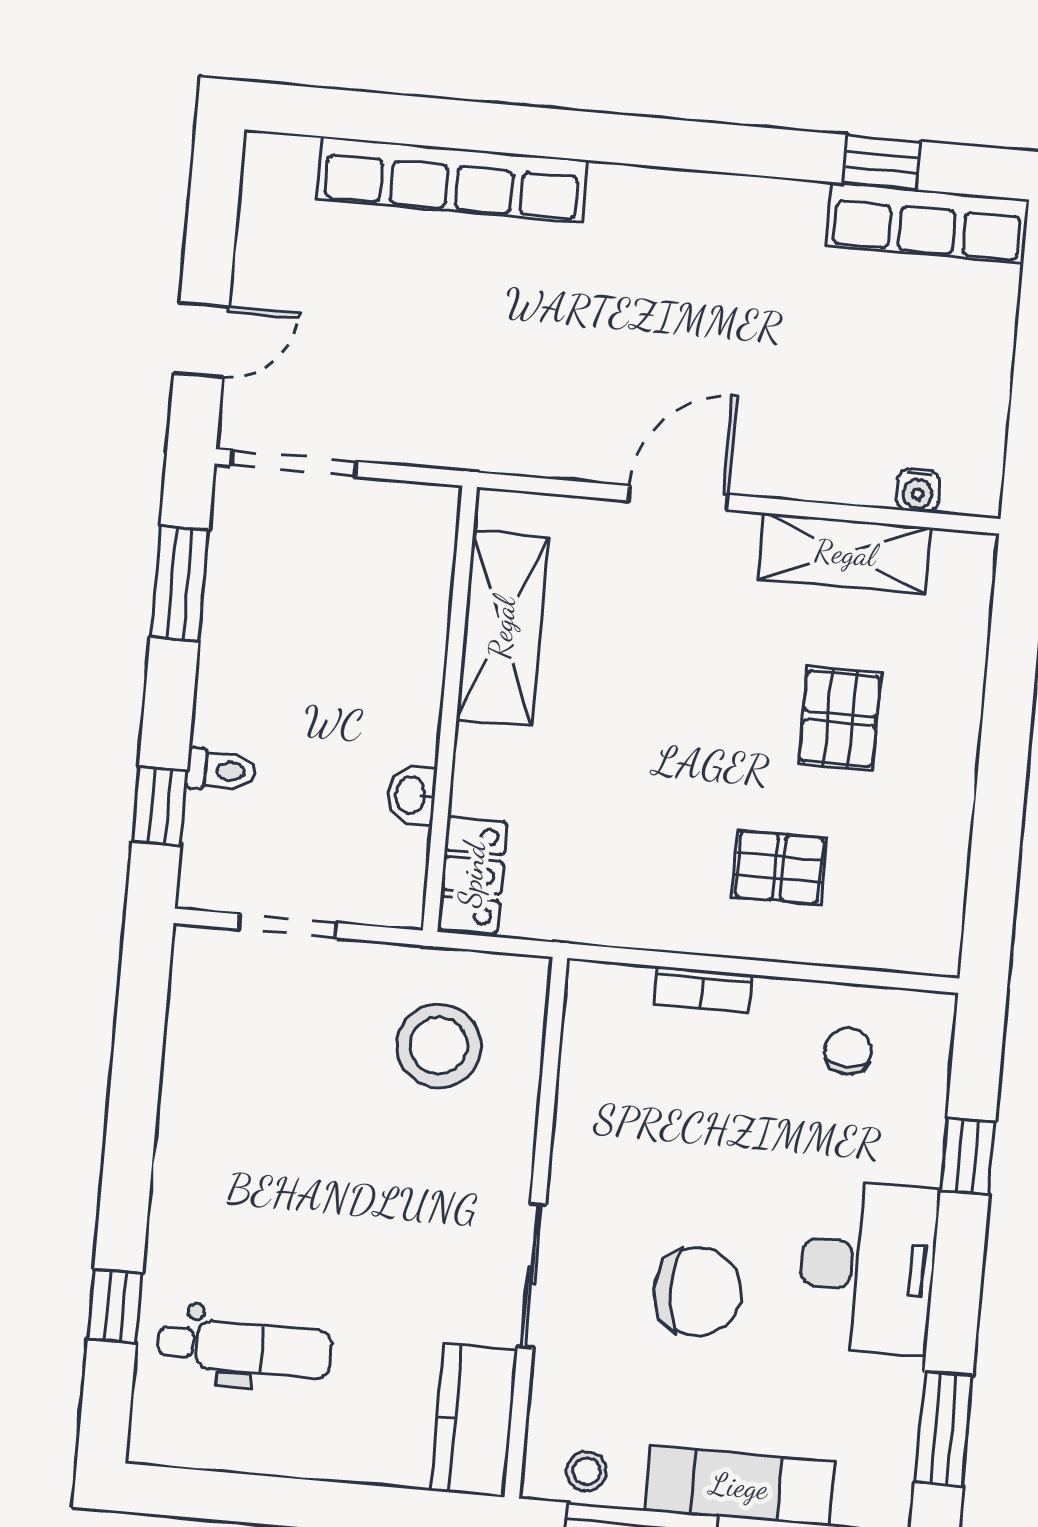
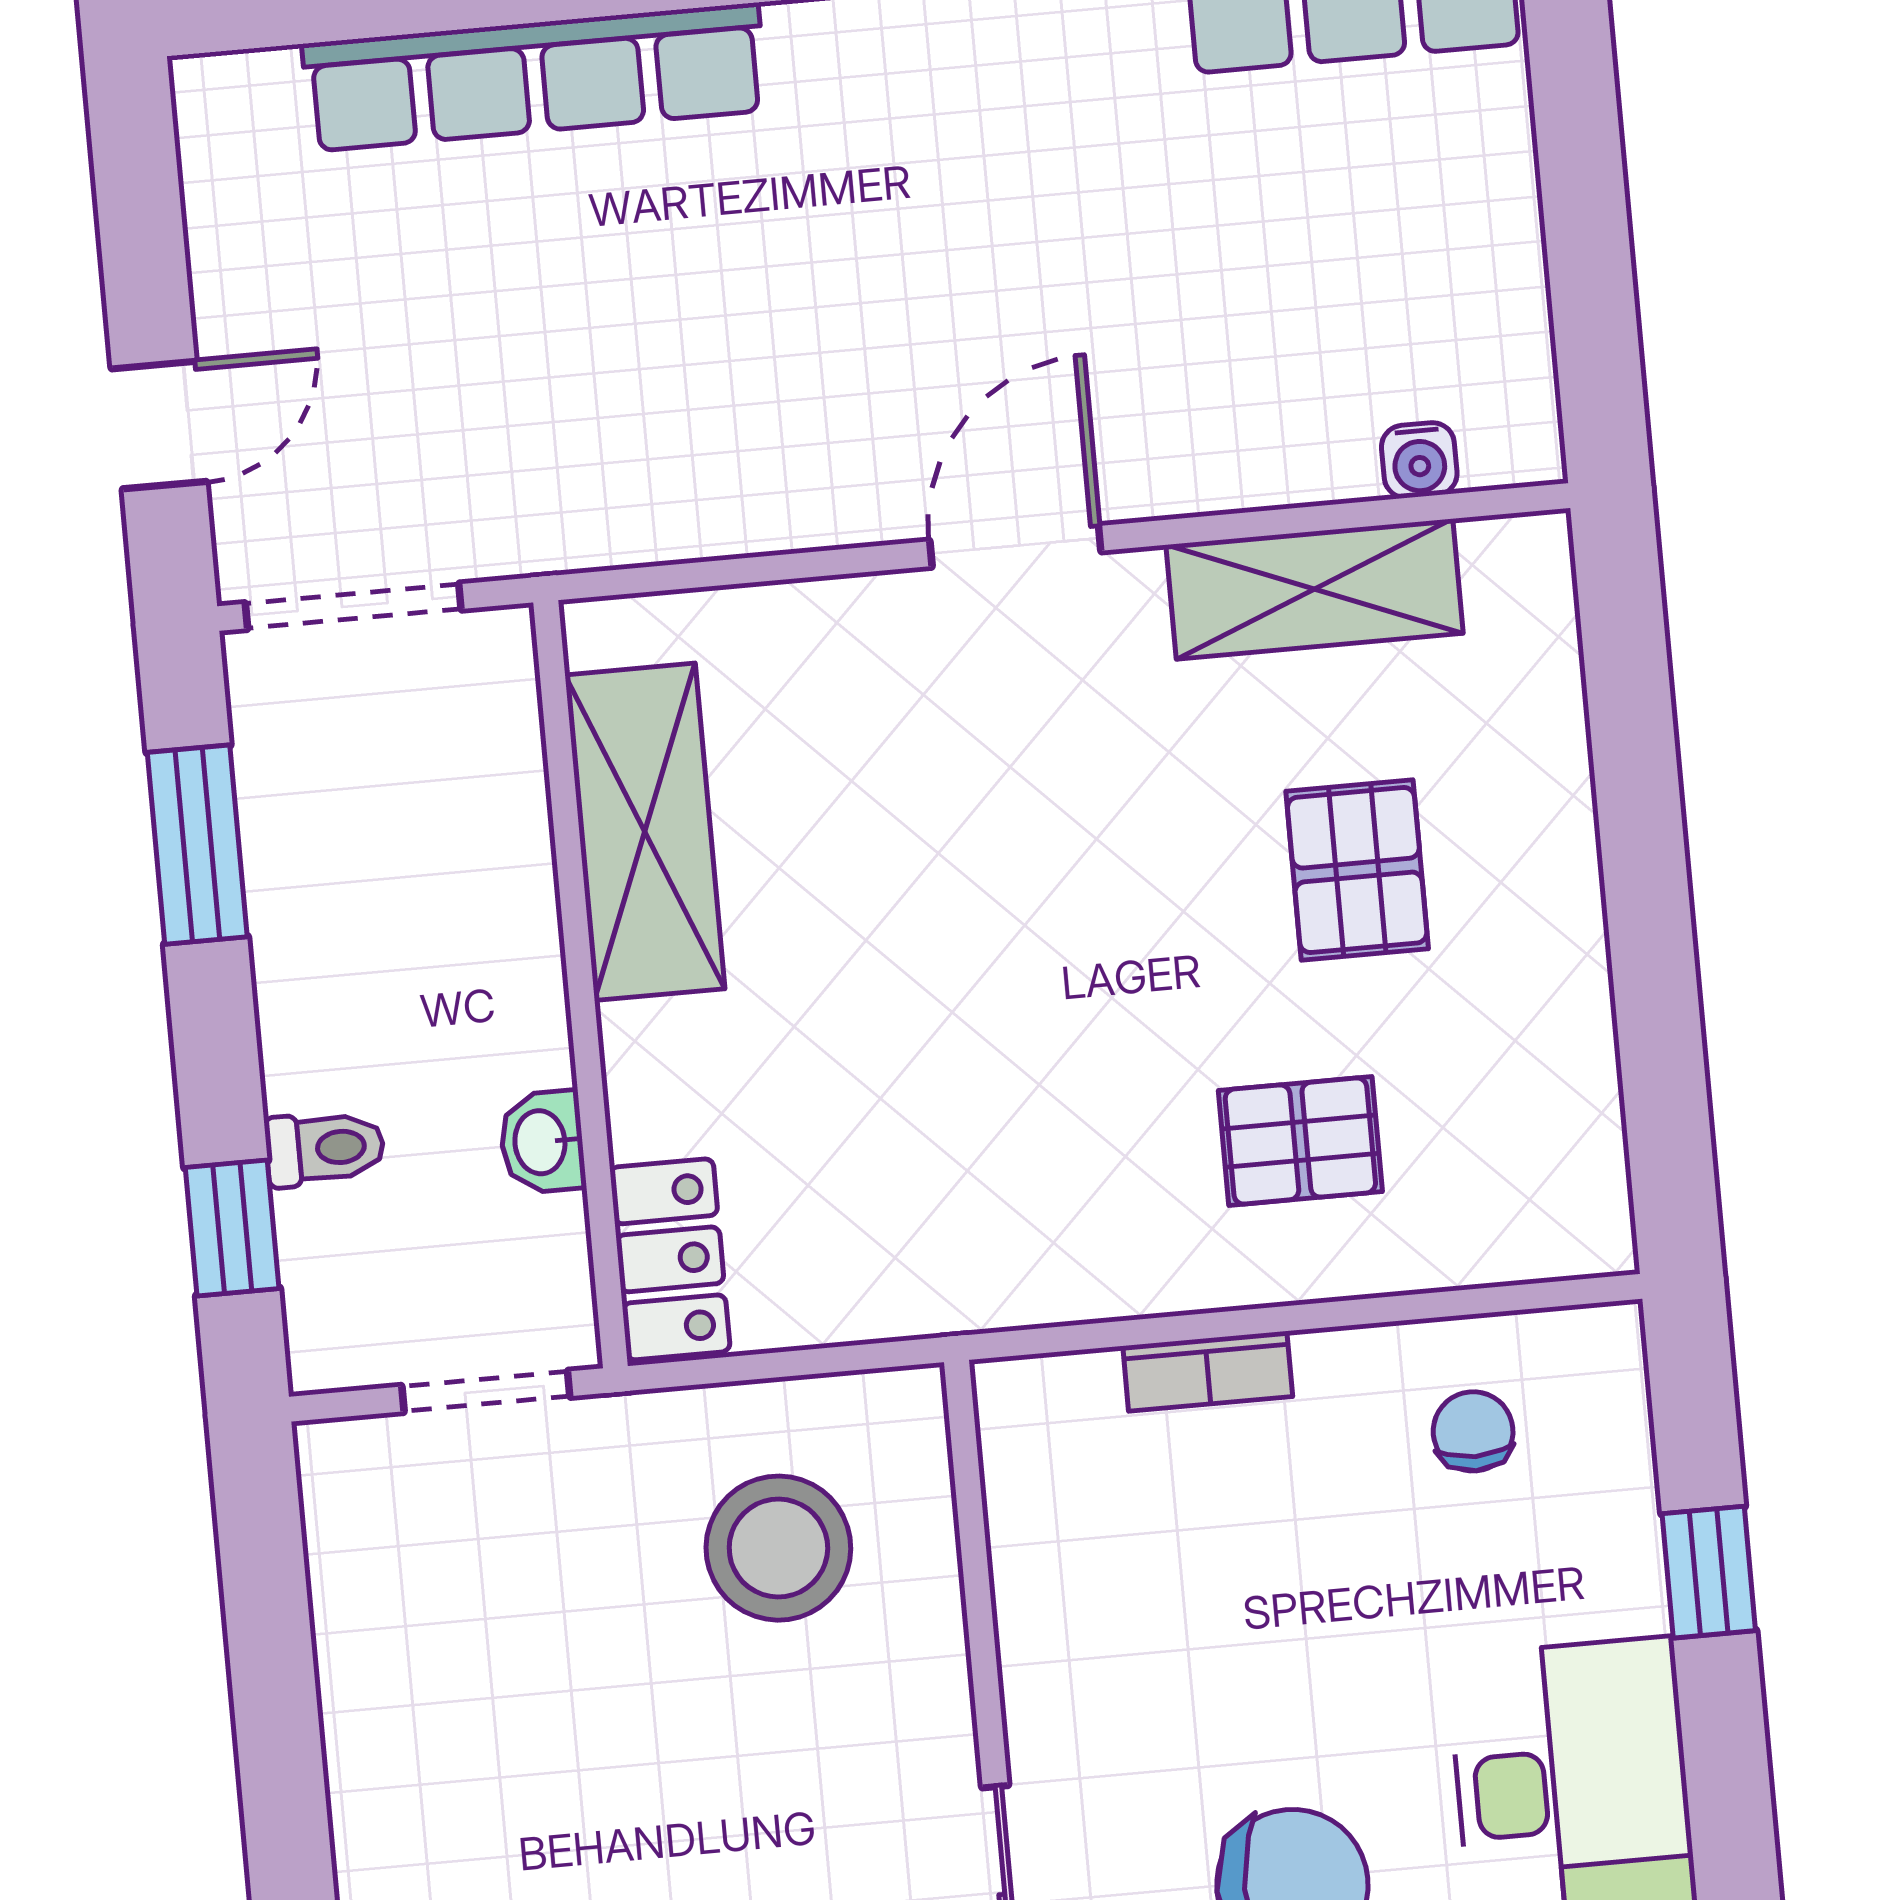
shelving: (502, 628) -> (645, 832), moved
wall: (450, 709) -> (581, 984), moved
washbasin: (412, 795) -> (542, 1142), moved
locker: (472, 875) -> (670, 1259), moved

